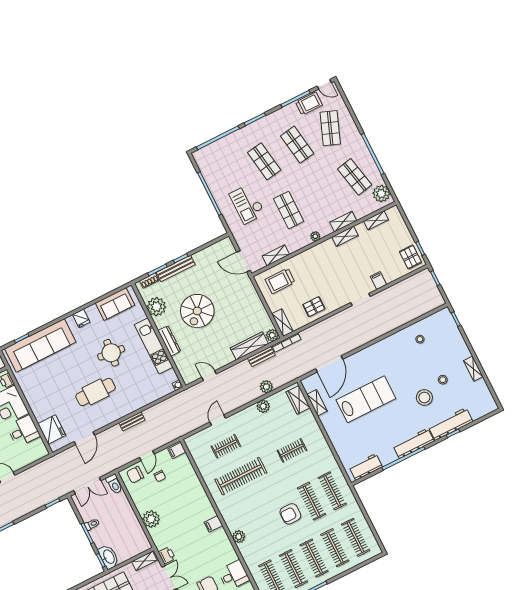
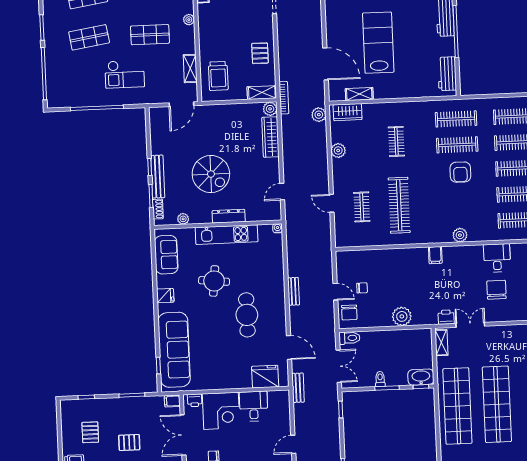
plant: (156, 307) -> (183, 219), width x0.53, depth x0.53
bench: (261, 357) -> (298, 388), moved
plant: (266, 387) -> (319, 115), moved
filing cabinet: (177, 450) -> (344, 259), removed

